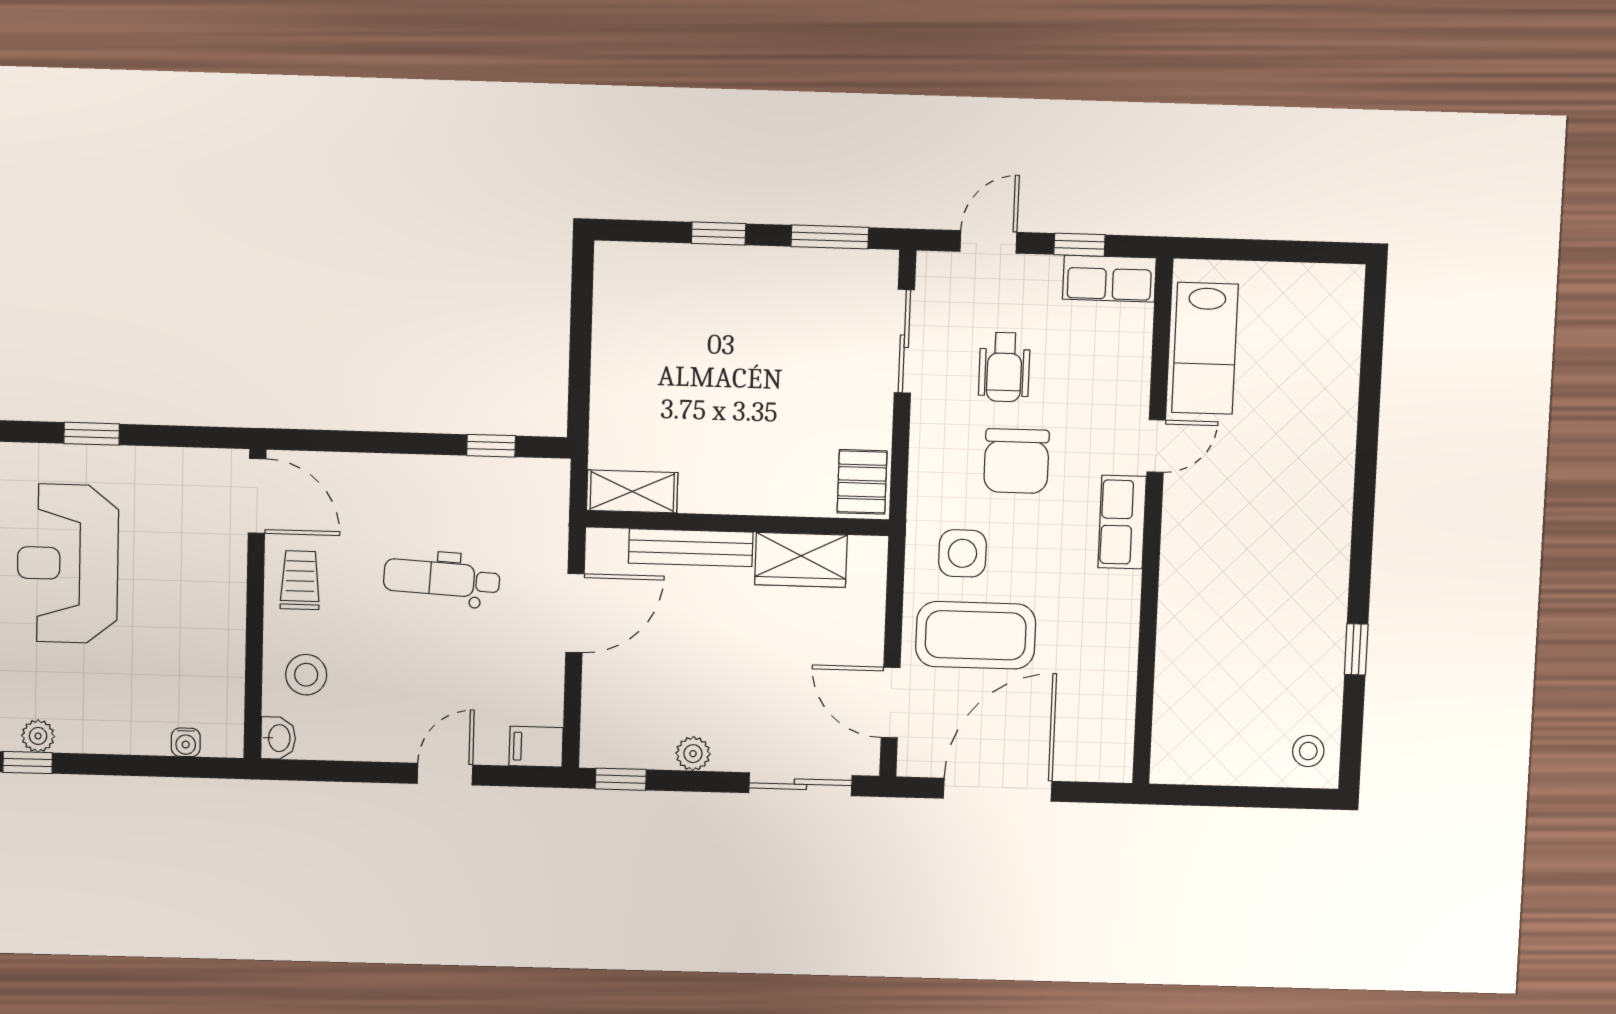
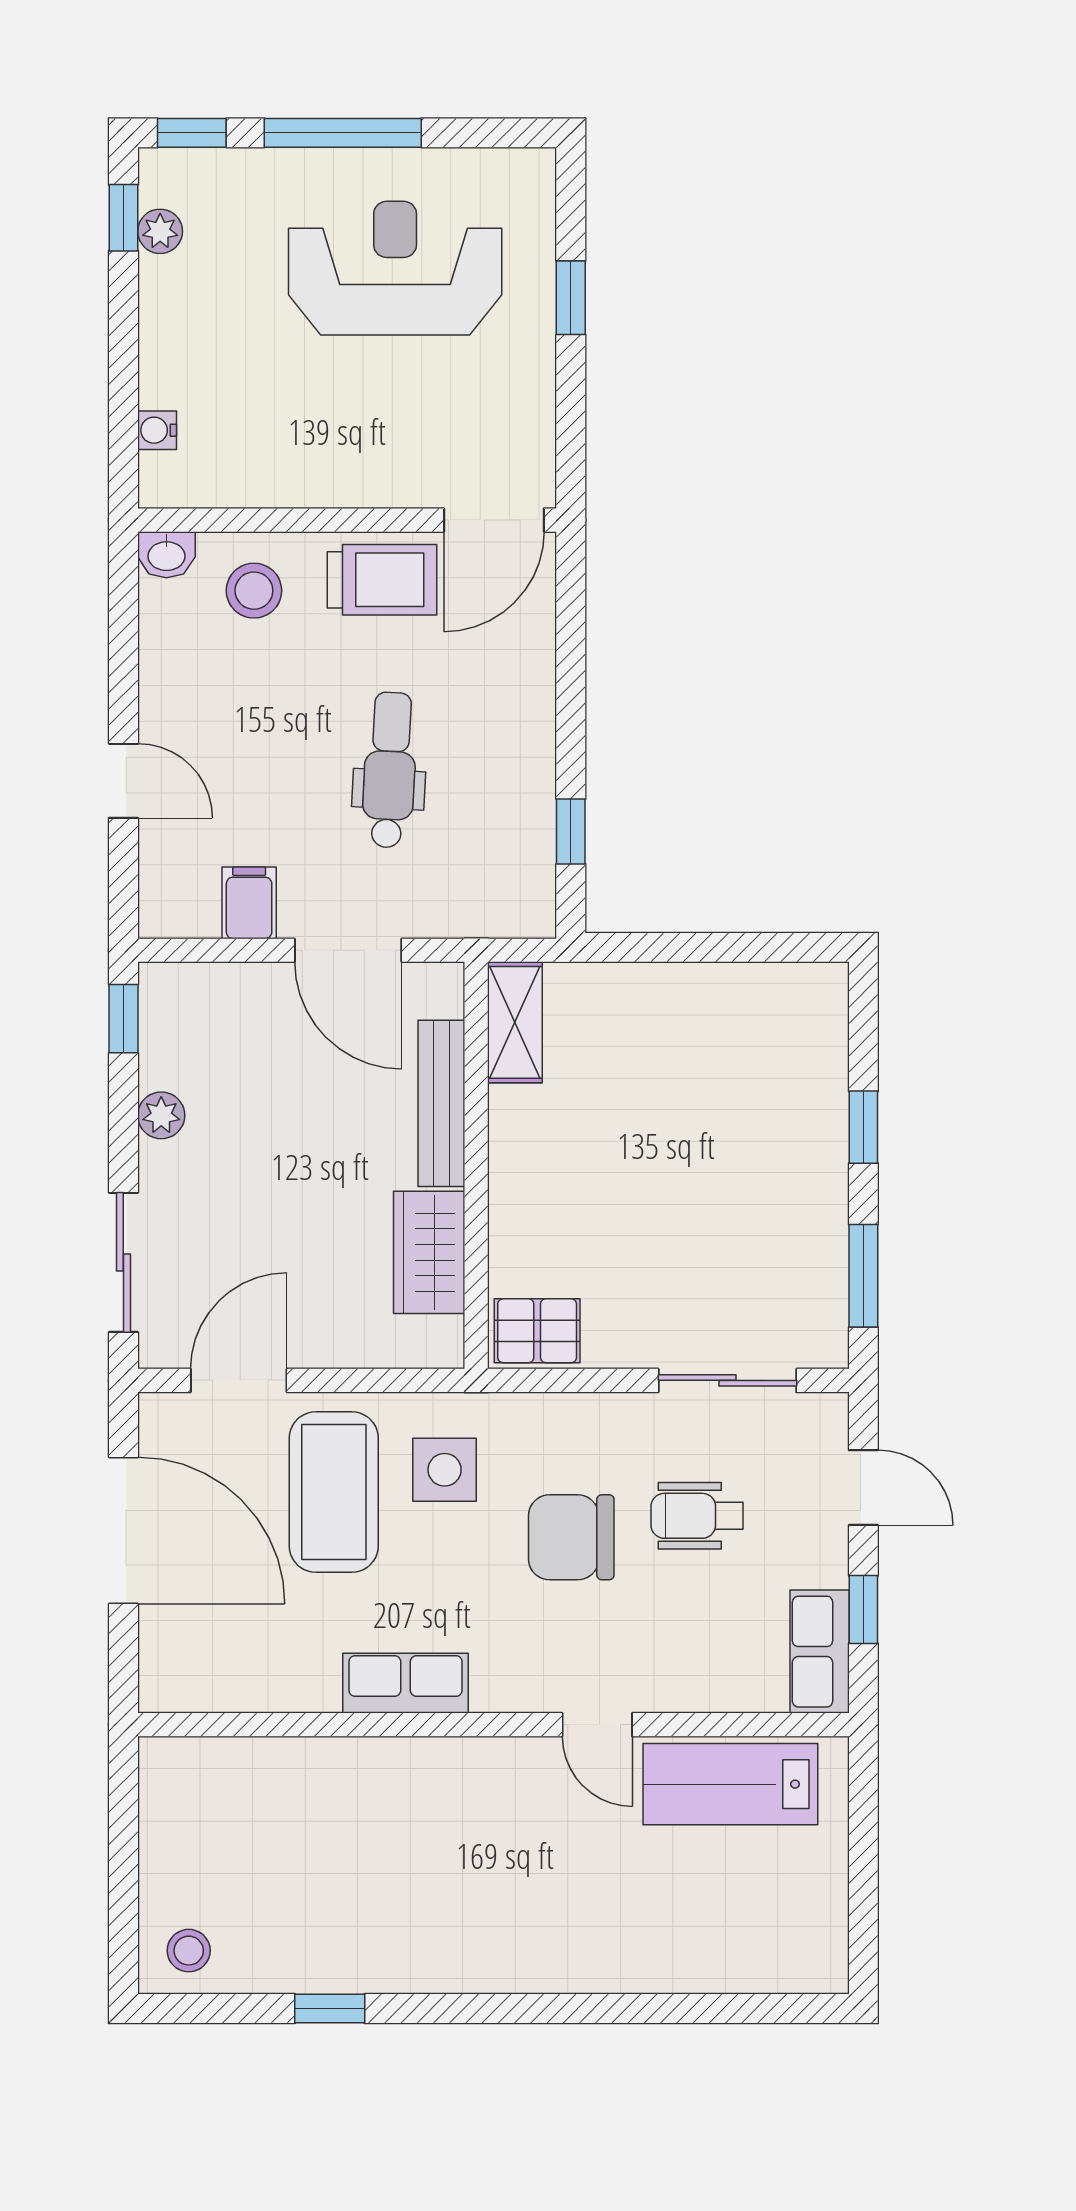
row of seats: (1122, 522) -> (406, 1683), moved
trolley: (300, 580) -> (382, 580), width x1.36, depth x1.39
filing cabinet: (536, 747) -> (249, 903), moved

